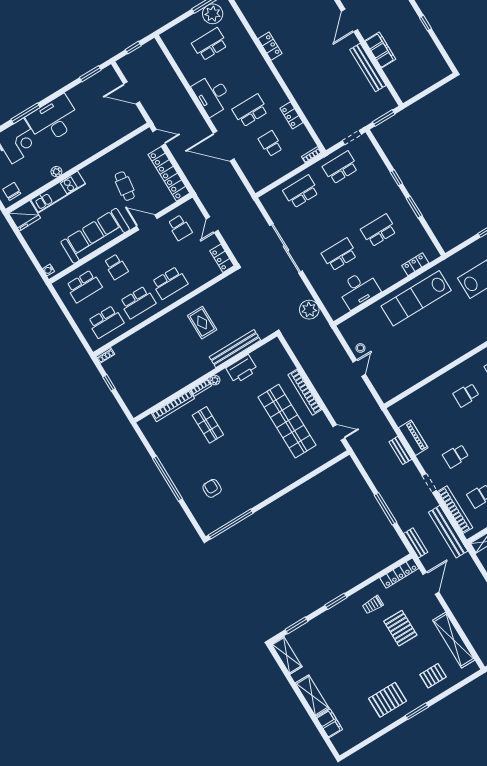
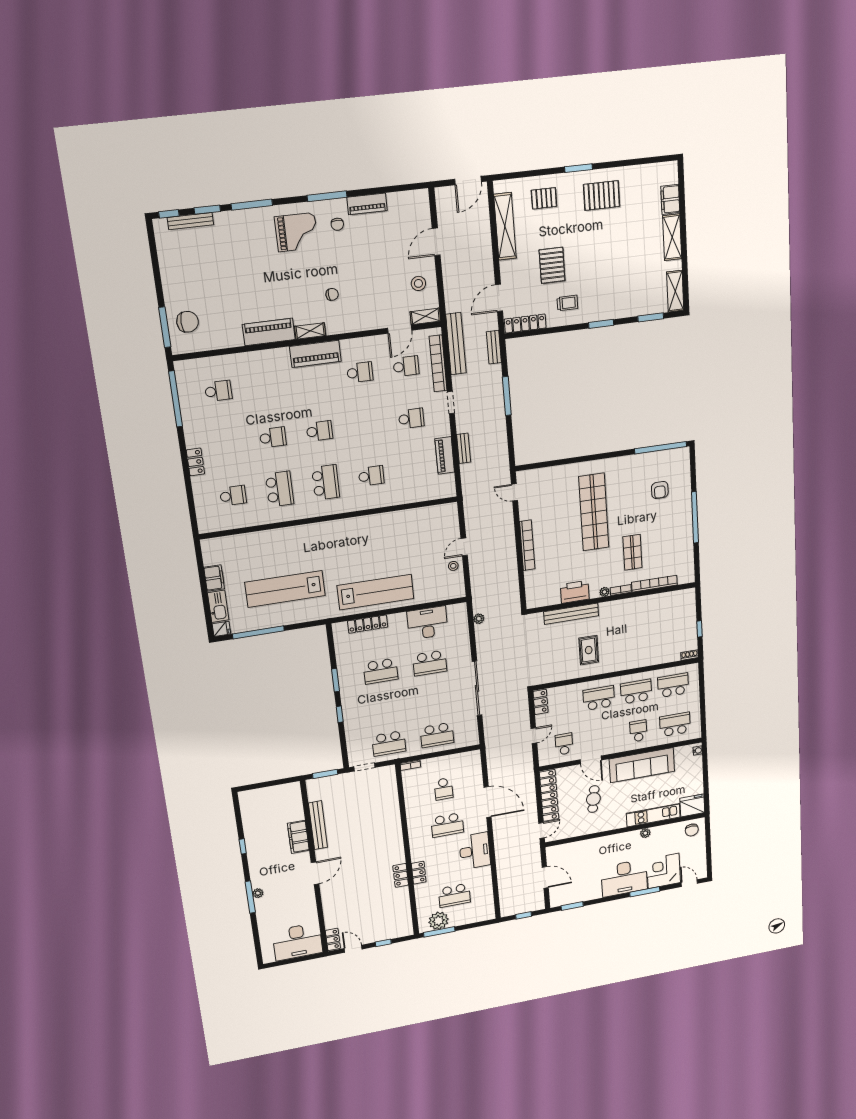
locker: (291, 115) -> (419, 873), moved
door: (159, 138) -> (541, 830), swing flipped
locker: (415, 264) -> (368, 624), width x1.53
plant: (309, 310) -> (479, 619), width x0.53, depth x0.53
shop shelf: (287, 421) -> (594, 512), moved

